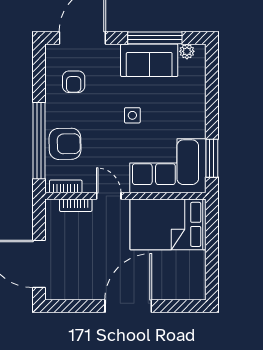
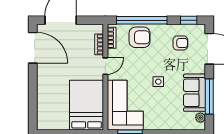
window: (39, 69) -> (189, 20), added
armchair: (74, 82) -> (180, 43), turned 180
armchair: (65, 144) -> (140, 37), turned -89
door: (128, 306) -> (33, 48), moved

